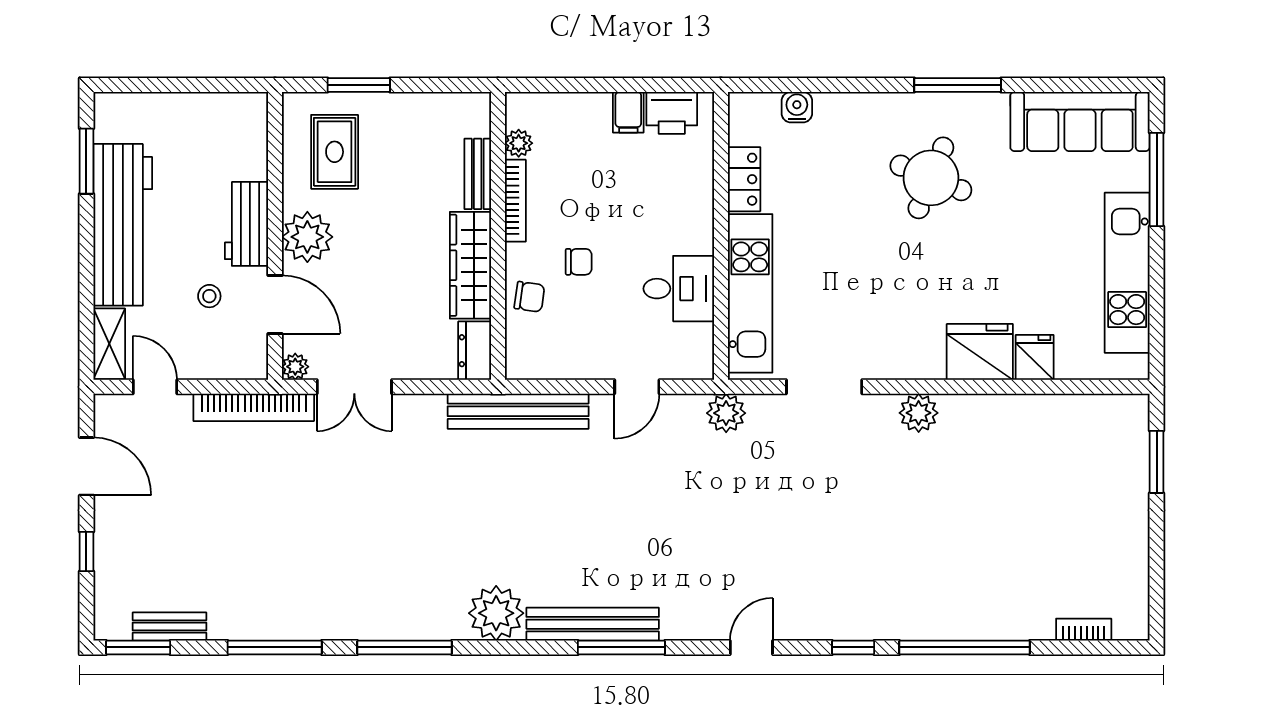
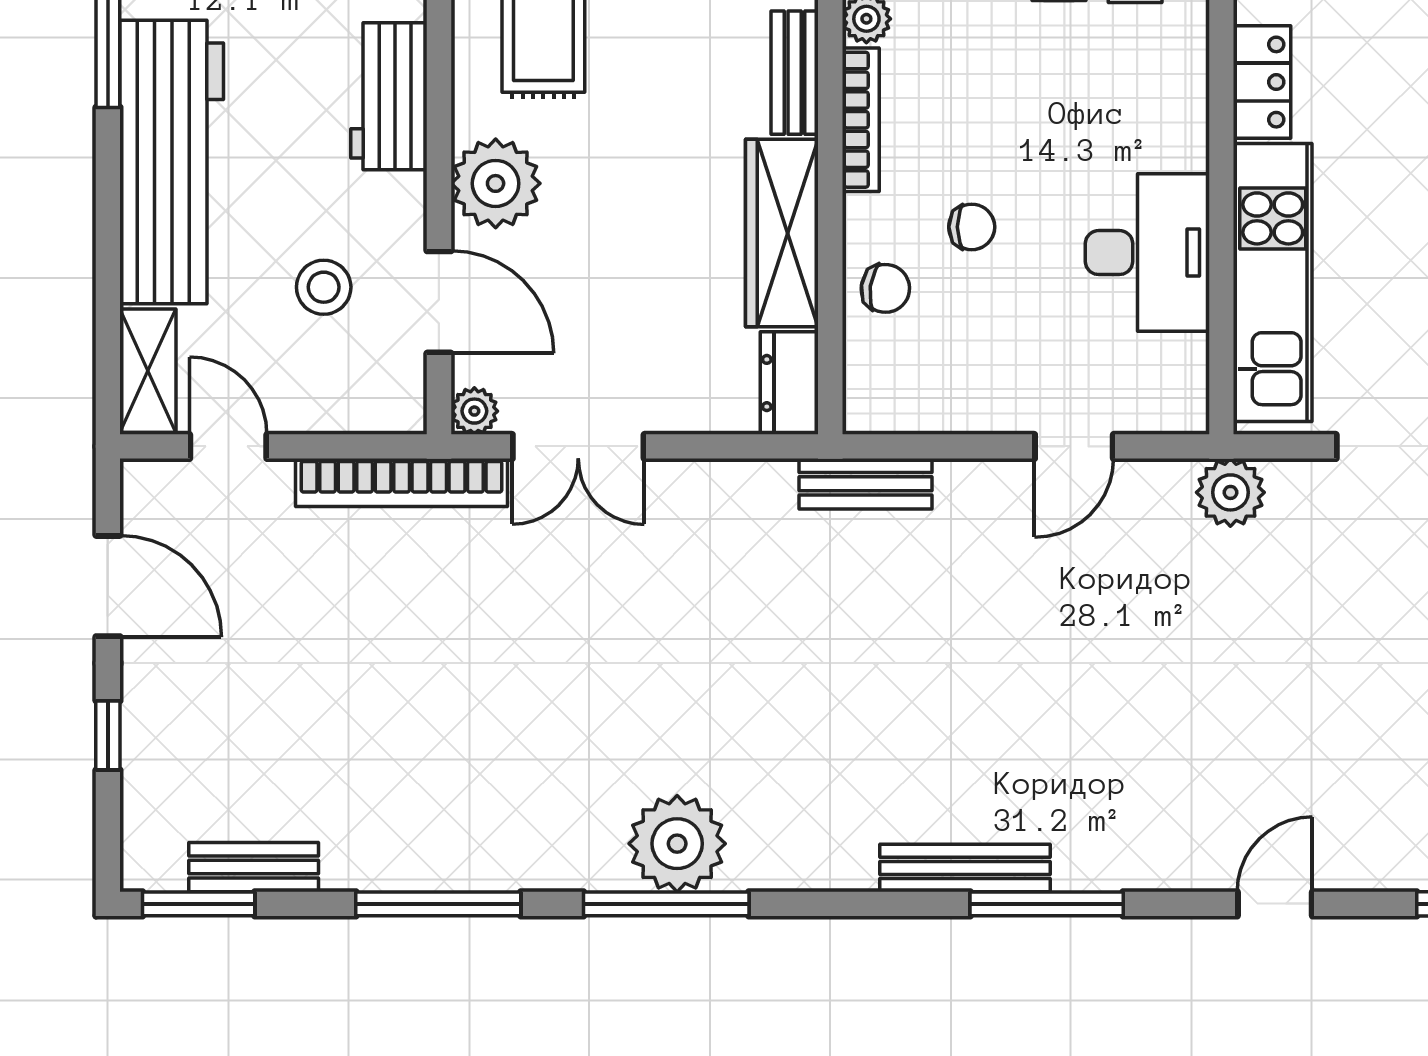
workbench: (247, 224) -> (389, 96), moved
desk: (679, 289) -> (1147, 253), width x1.37
stool: (209, 296) -> (324, 287), width x1.37, depth x1.37
bench: (518, 411) -> (866, 484), width x0.54, depth x0.82
plant: (496, 613) -> (677, 844), moved
bench: (593, 624) -> (965, 868), width x0.73, depth x0.82

